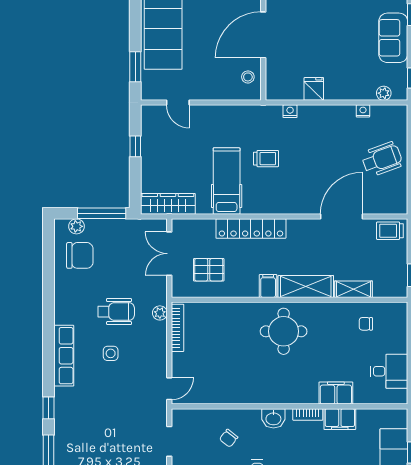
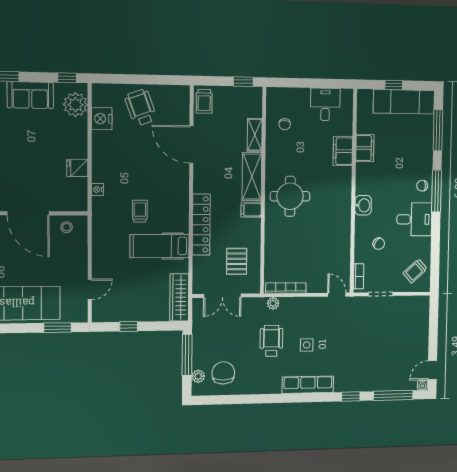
plant: (384, 93) -> (75, 105), width x1.88, depth x1.88
nightstand: (363, 111) -> (102, 119), width x1.89, depth x1.79
bookcase: (308, 415) -> (359, 276), moved

